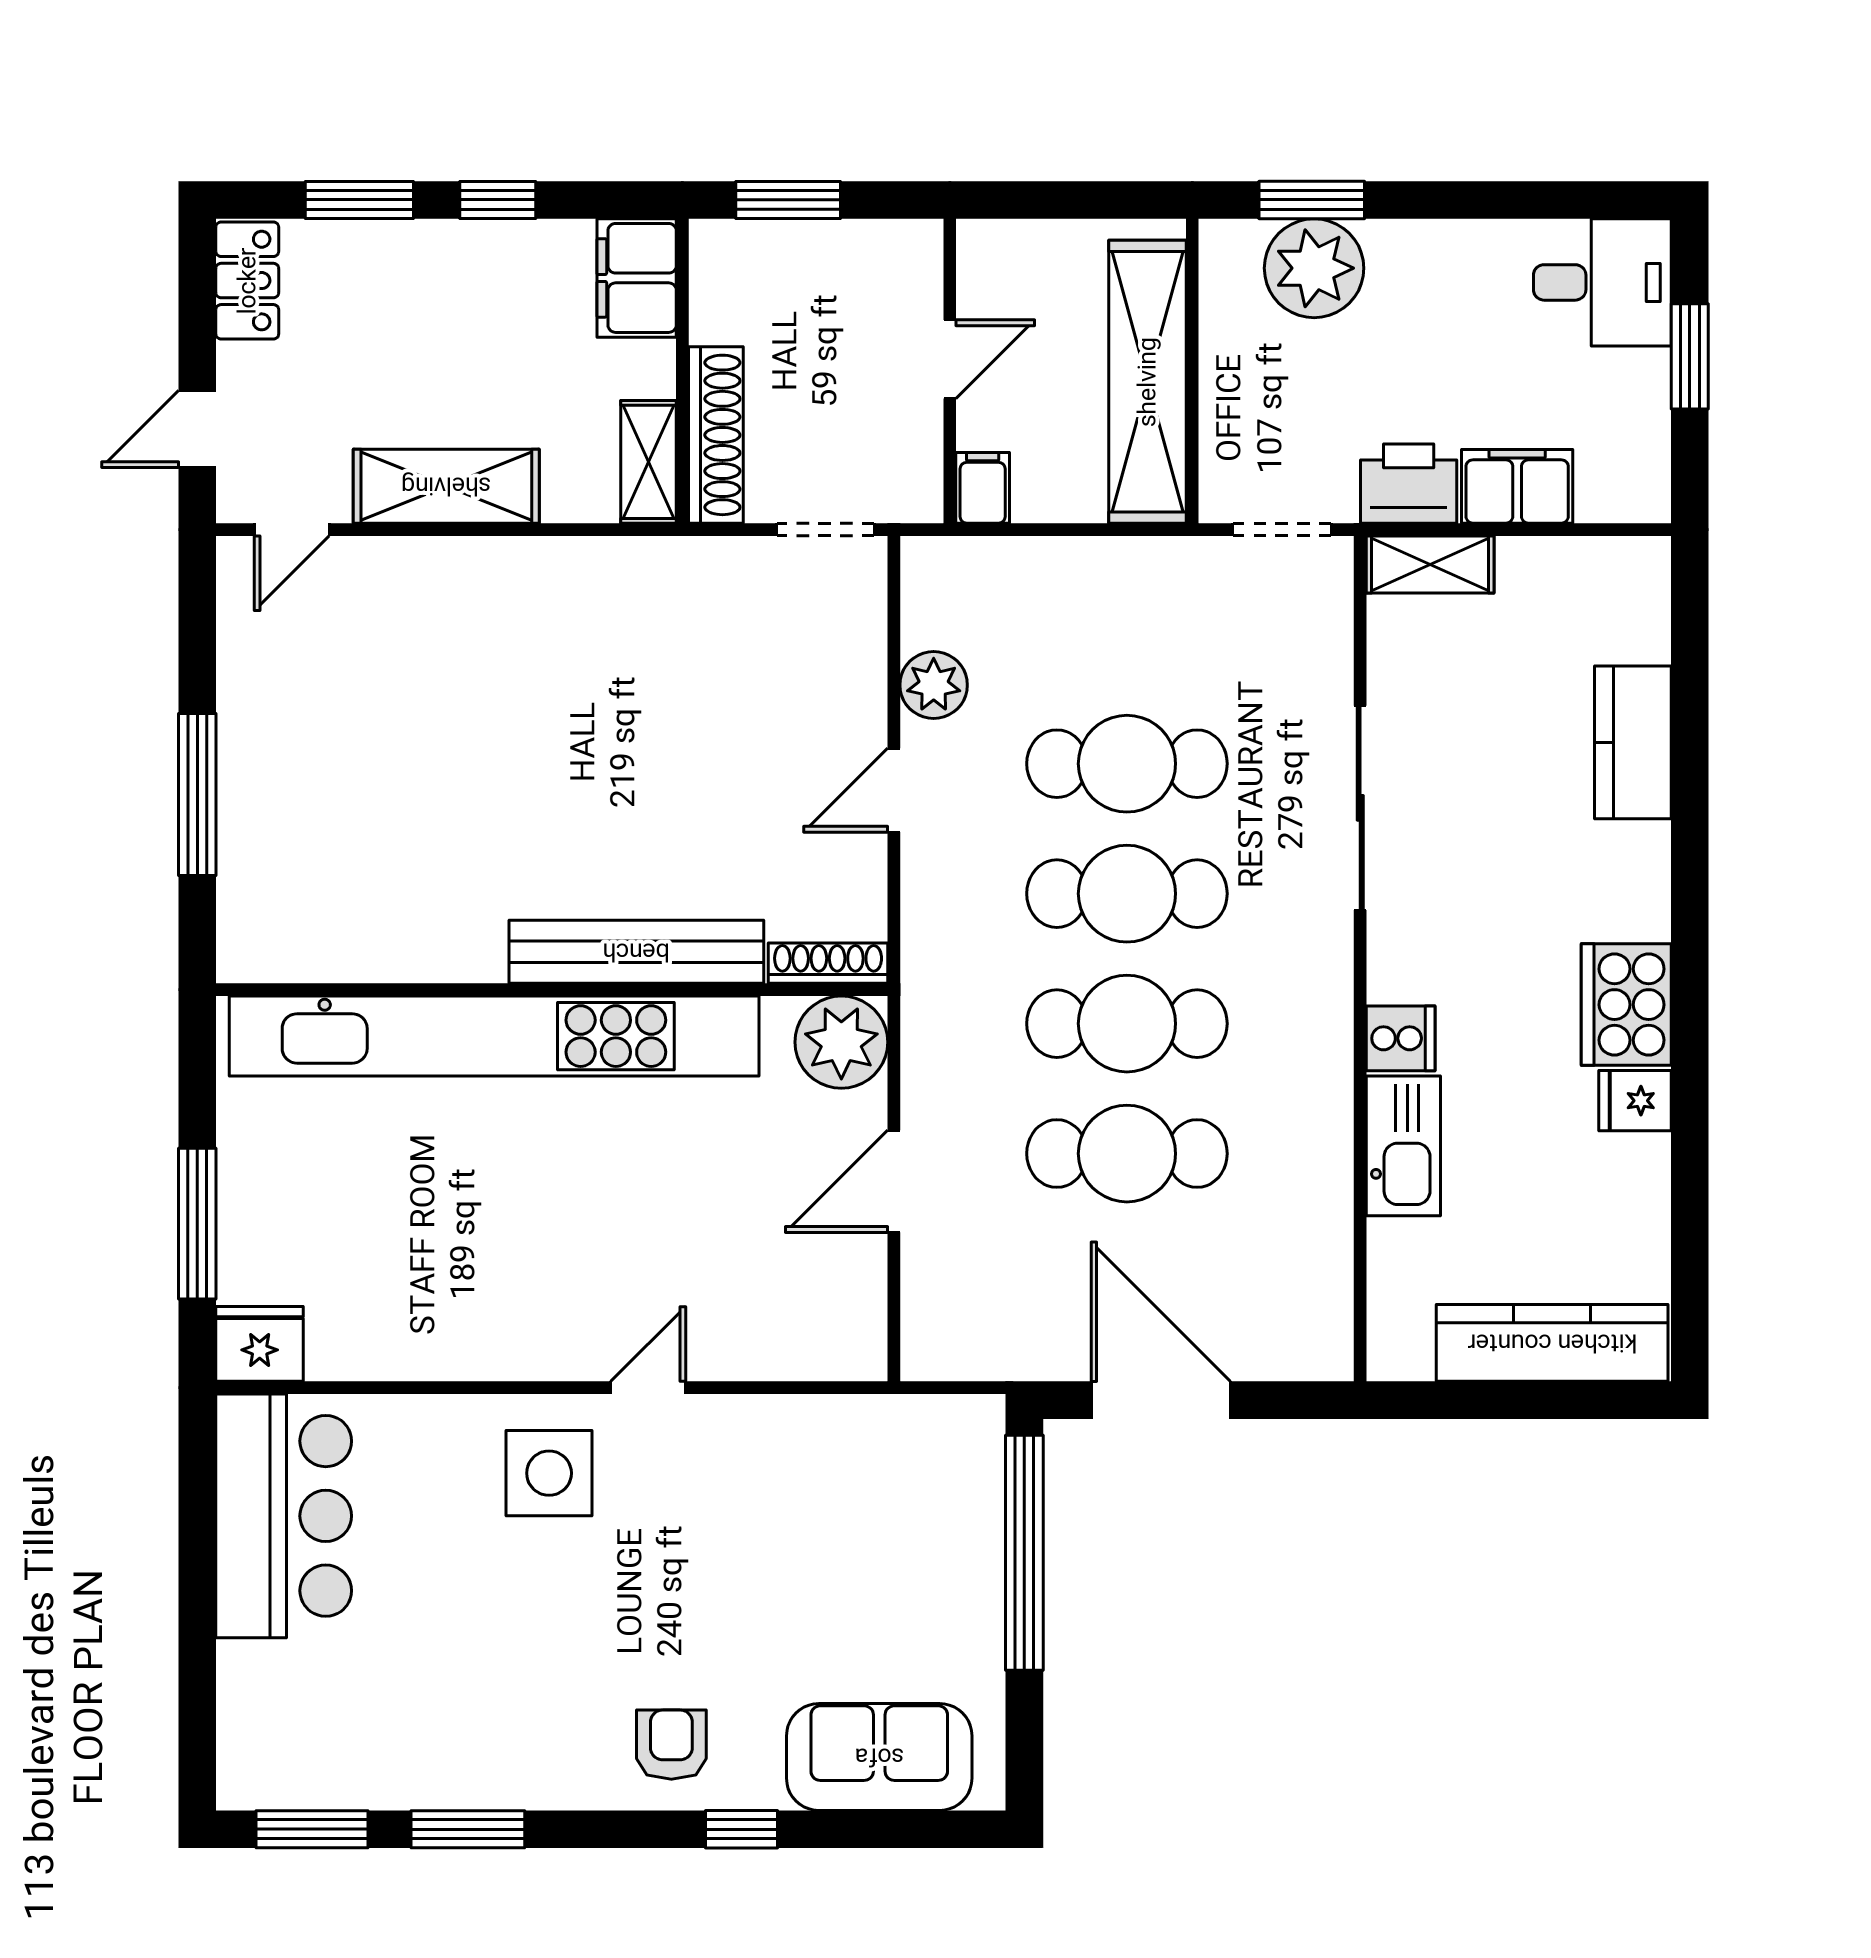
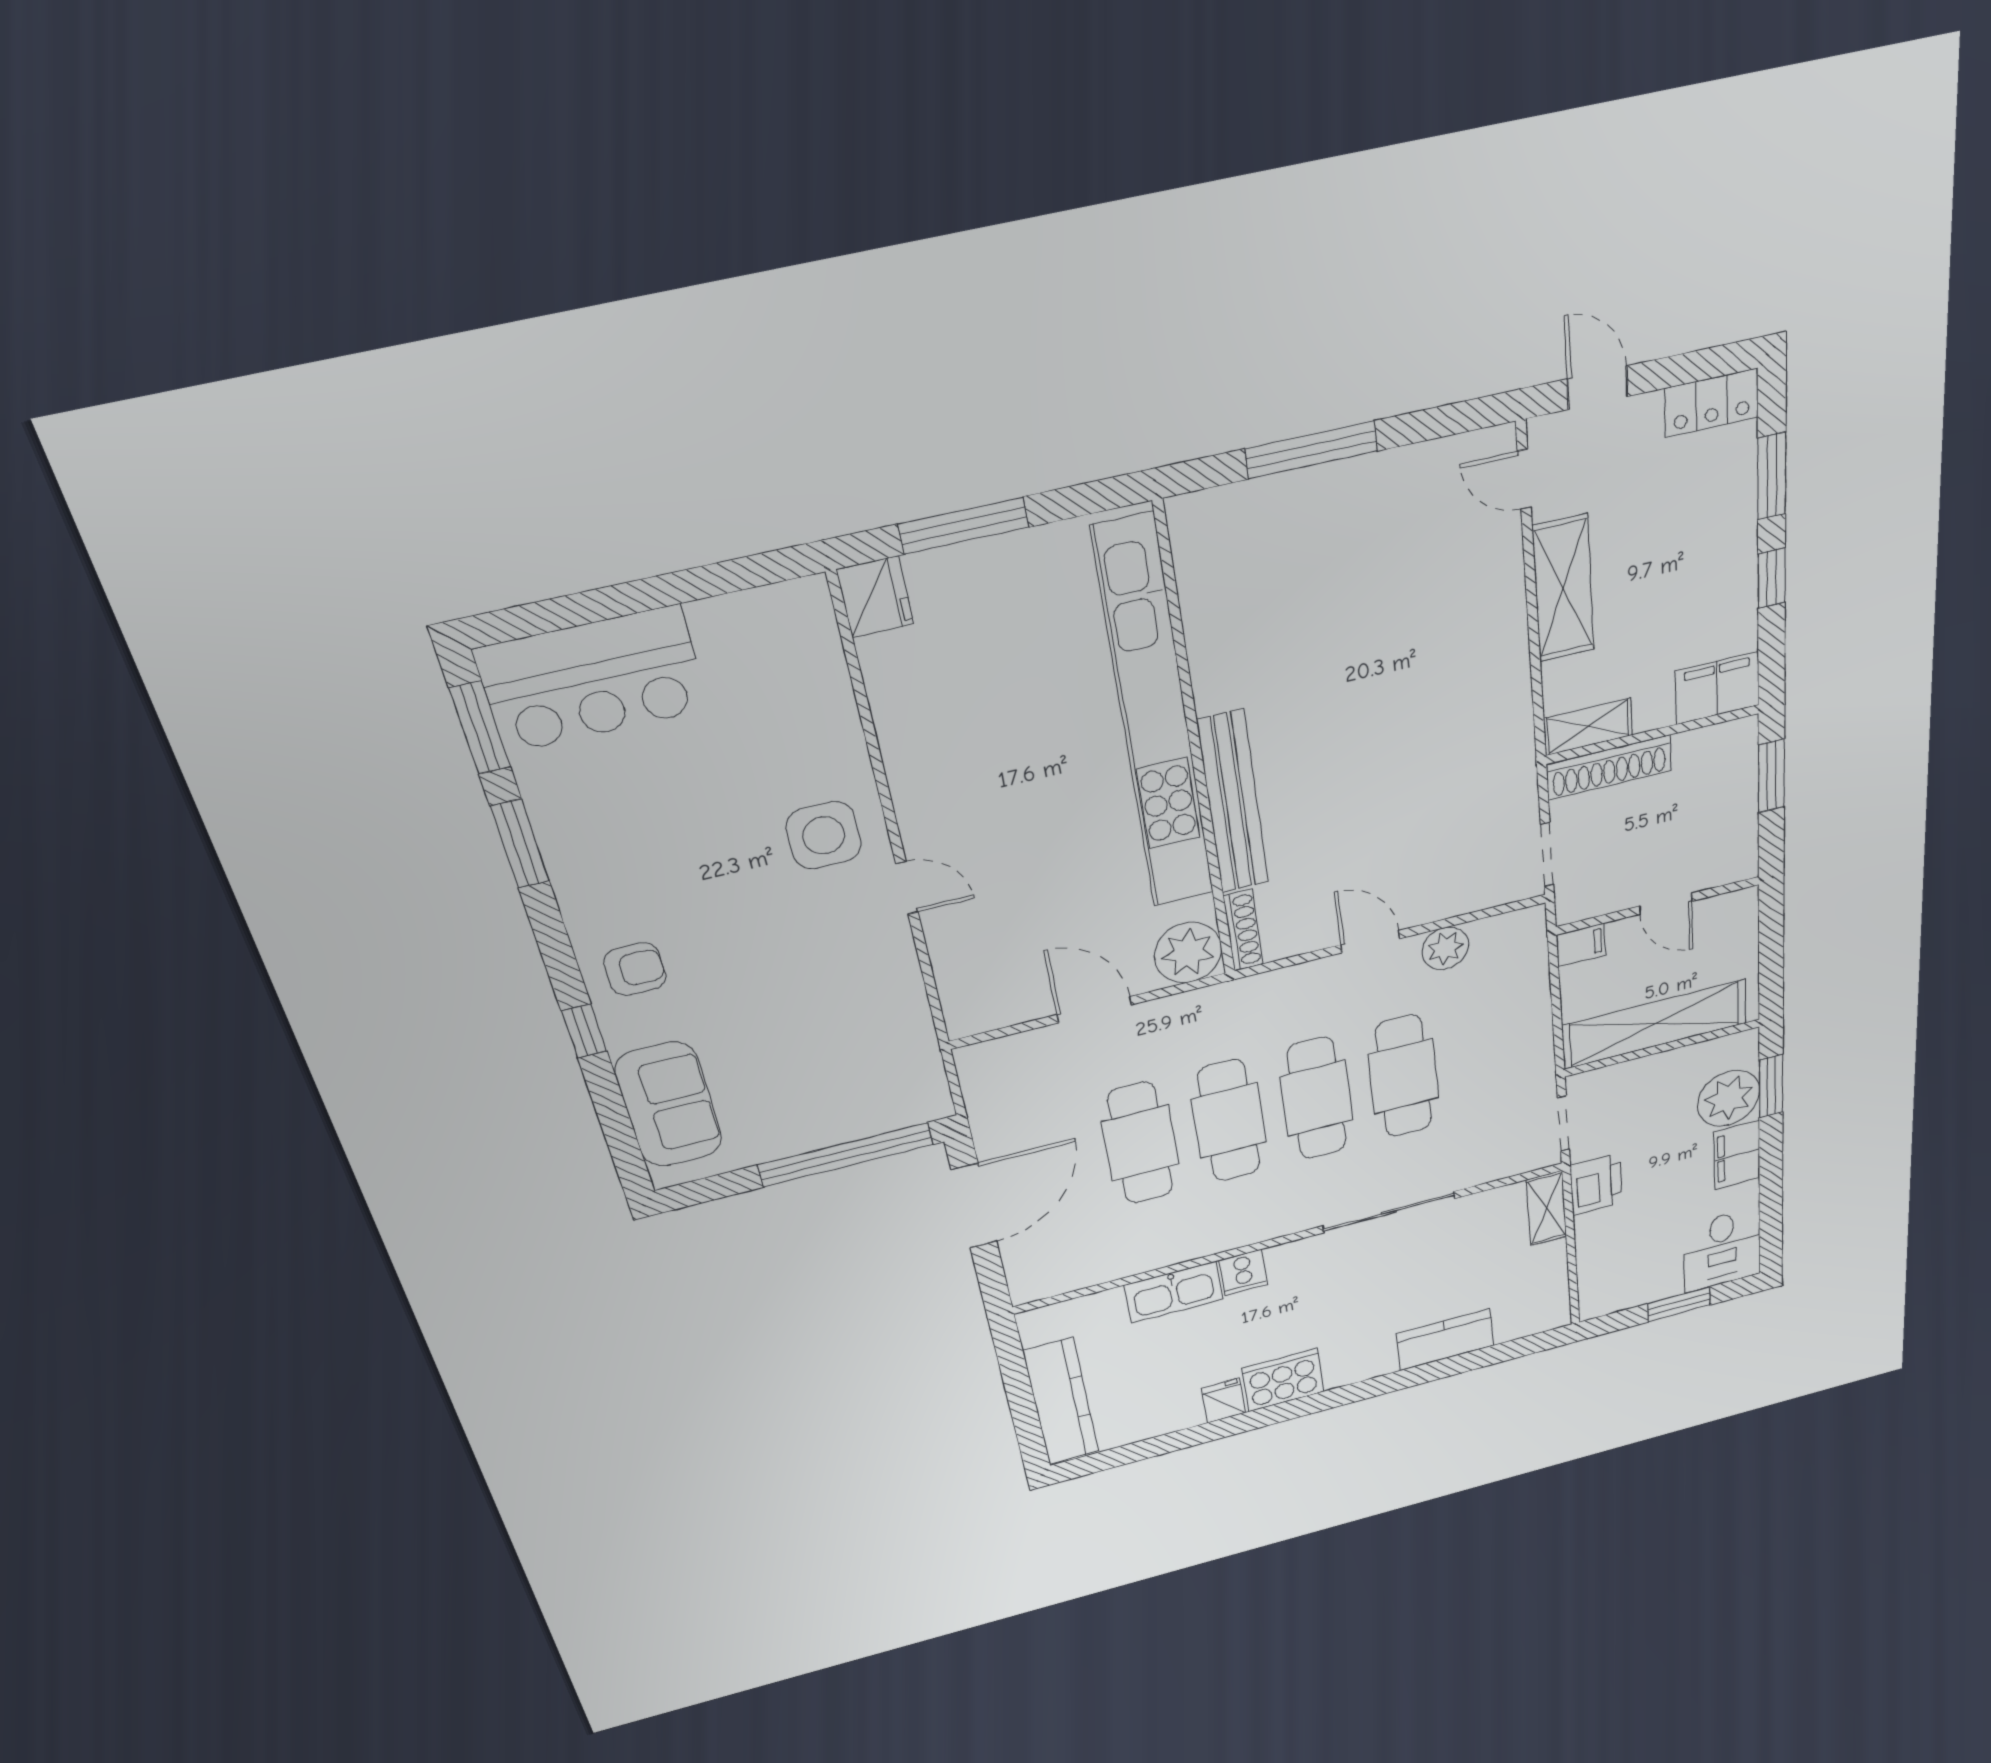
filing cabinet: (1517, 486) -> (1737, 1155), moved, turned 180
bar counter: (284, 1516) -> (592, 679), moved

